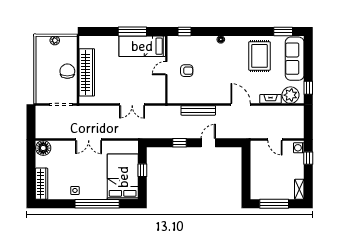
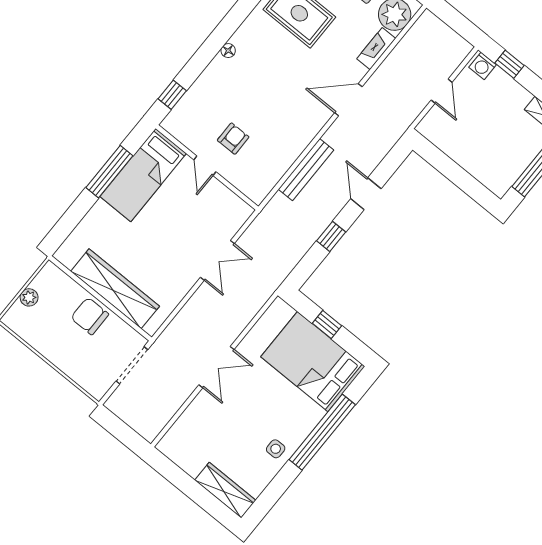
door: (275, 139) -> (442, 91), hinge flipped
floor lamp: (43, 148) -> (174, 445), removed

